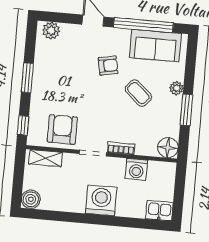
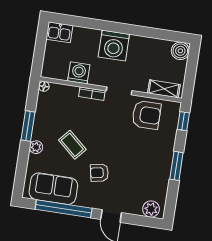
armchair: (62, 129) -> (146, 115), turned -90
floor lamp: (168, 148) -> (44, 86), width x0.53, depth x0.53

